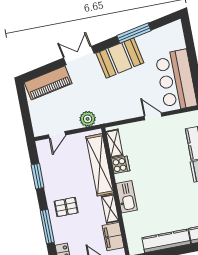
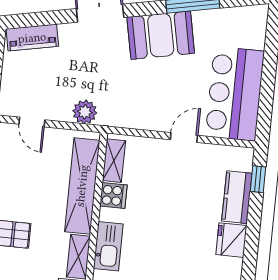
piano: (48, 83) -> (32, 38), width x0.73, depth x0.75
door: (153, 116) -> (184, 137), hinge flipped
door: (57, 135) -> (32, 122), hinge flipped

